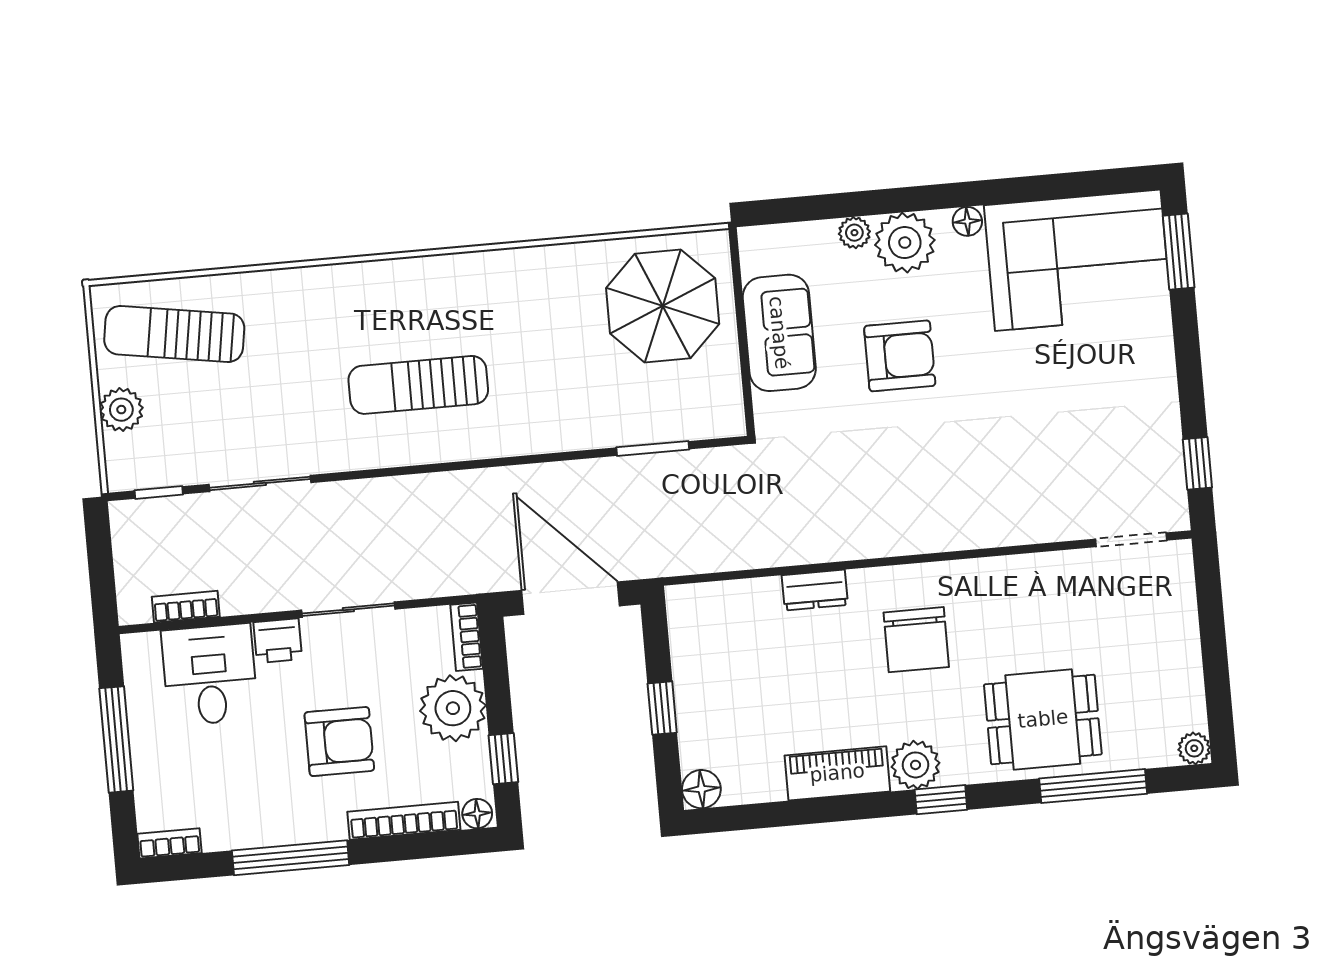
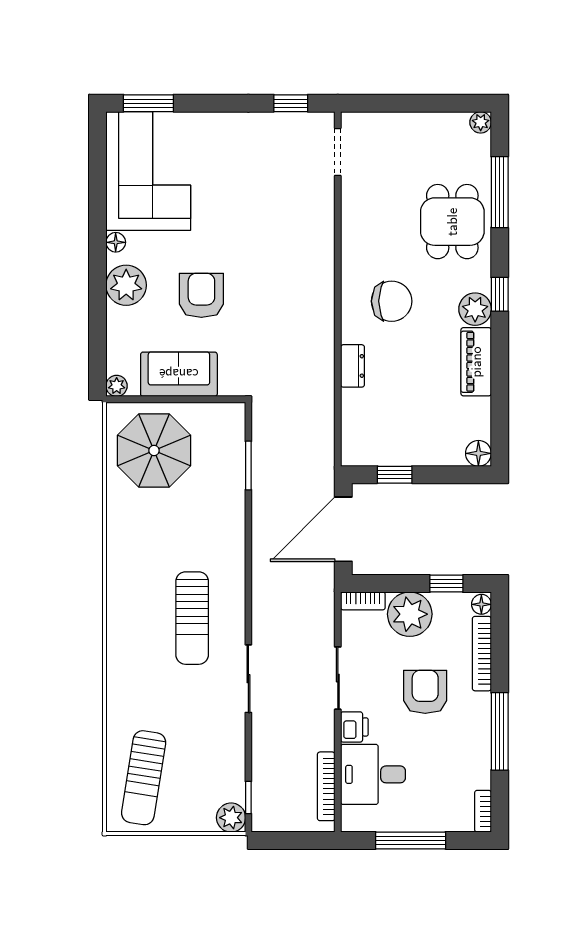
plant: (854, 233) -> (117, 386), moved
plant: (121, 410) -> (231, 818), moved
sliding door: (260, 483) -> (248, 679), moved
bookcase: (186, 607) -> (326, 786), width x1.56
window: (662, 708) -> (395, 475), moved

